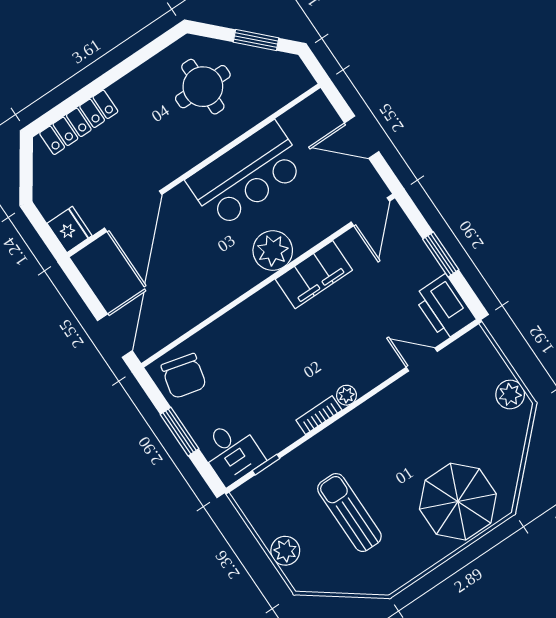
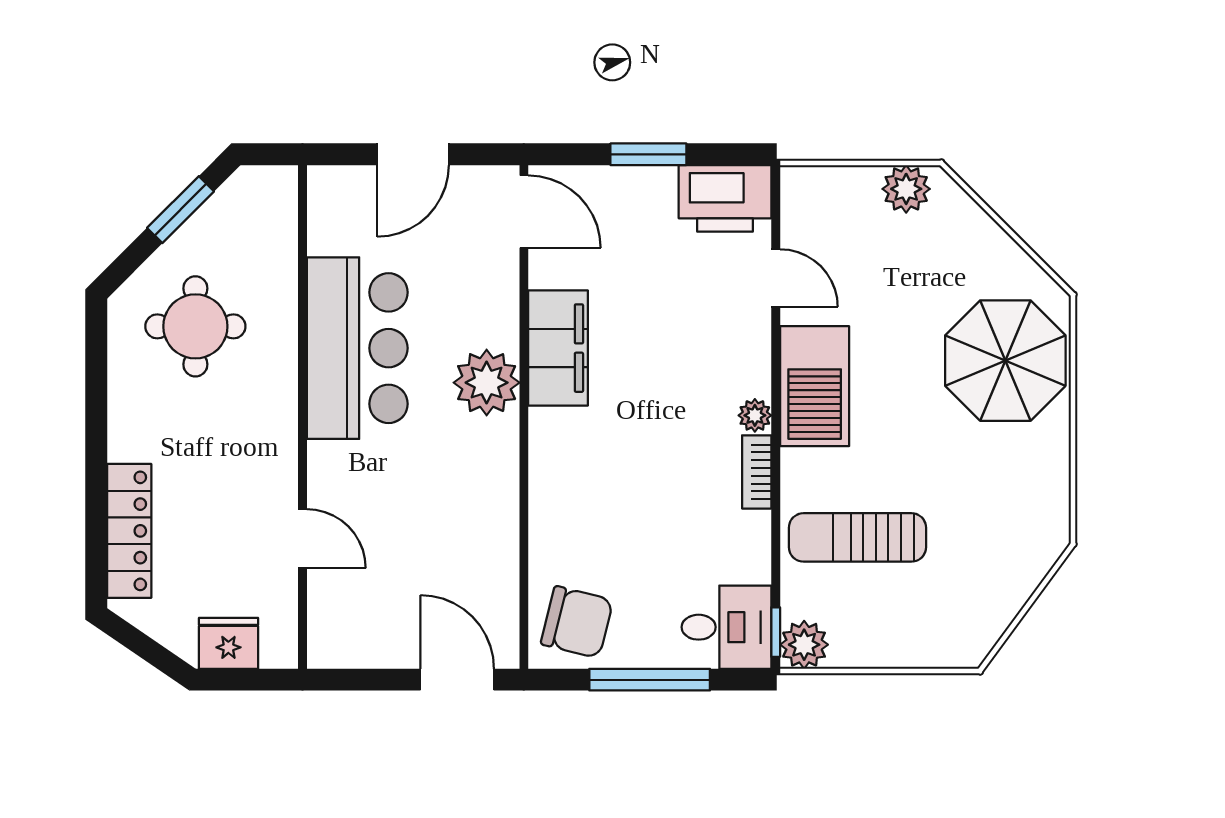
door: (133, 211) -> (302, 539), width x0.53
fridge: (70, 230) -> (228, 643), moved
door: (422, 359) -> (776, 278), swing flipped
barbecue: (381, 415) -> (815, 386), added
window: (180, 432) -> (650, 680), width x1.44
window: (266, 465) -> (776, 632), moved
sun lounger: (349, 513) -> (857, 537), moved
plant: (285, 551) -> (804, 645), moved

